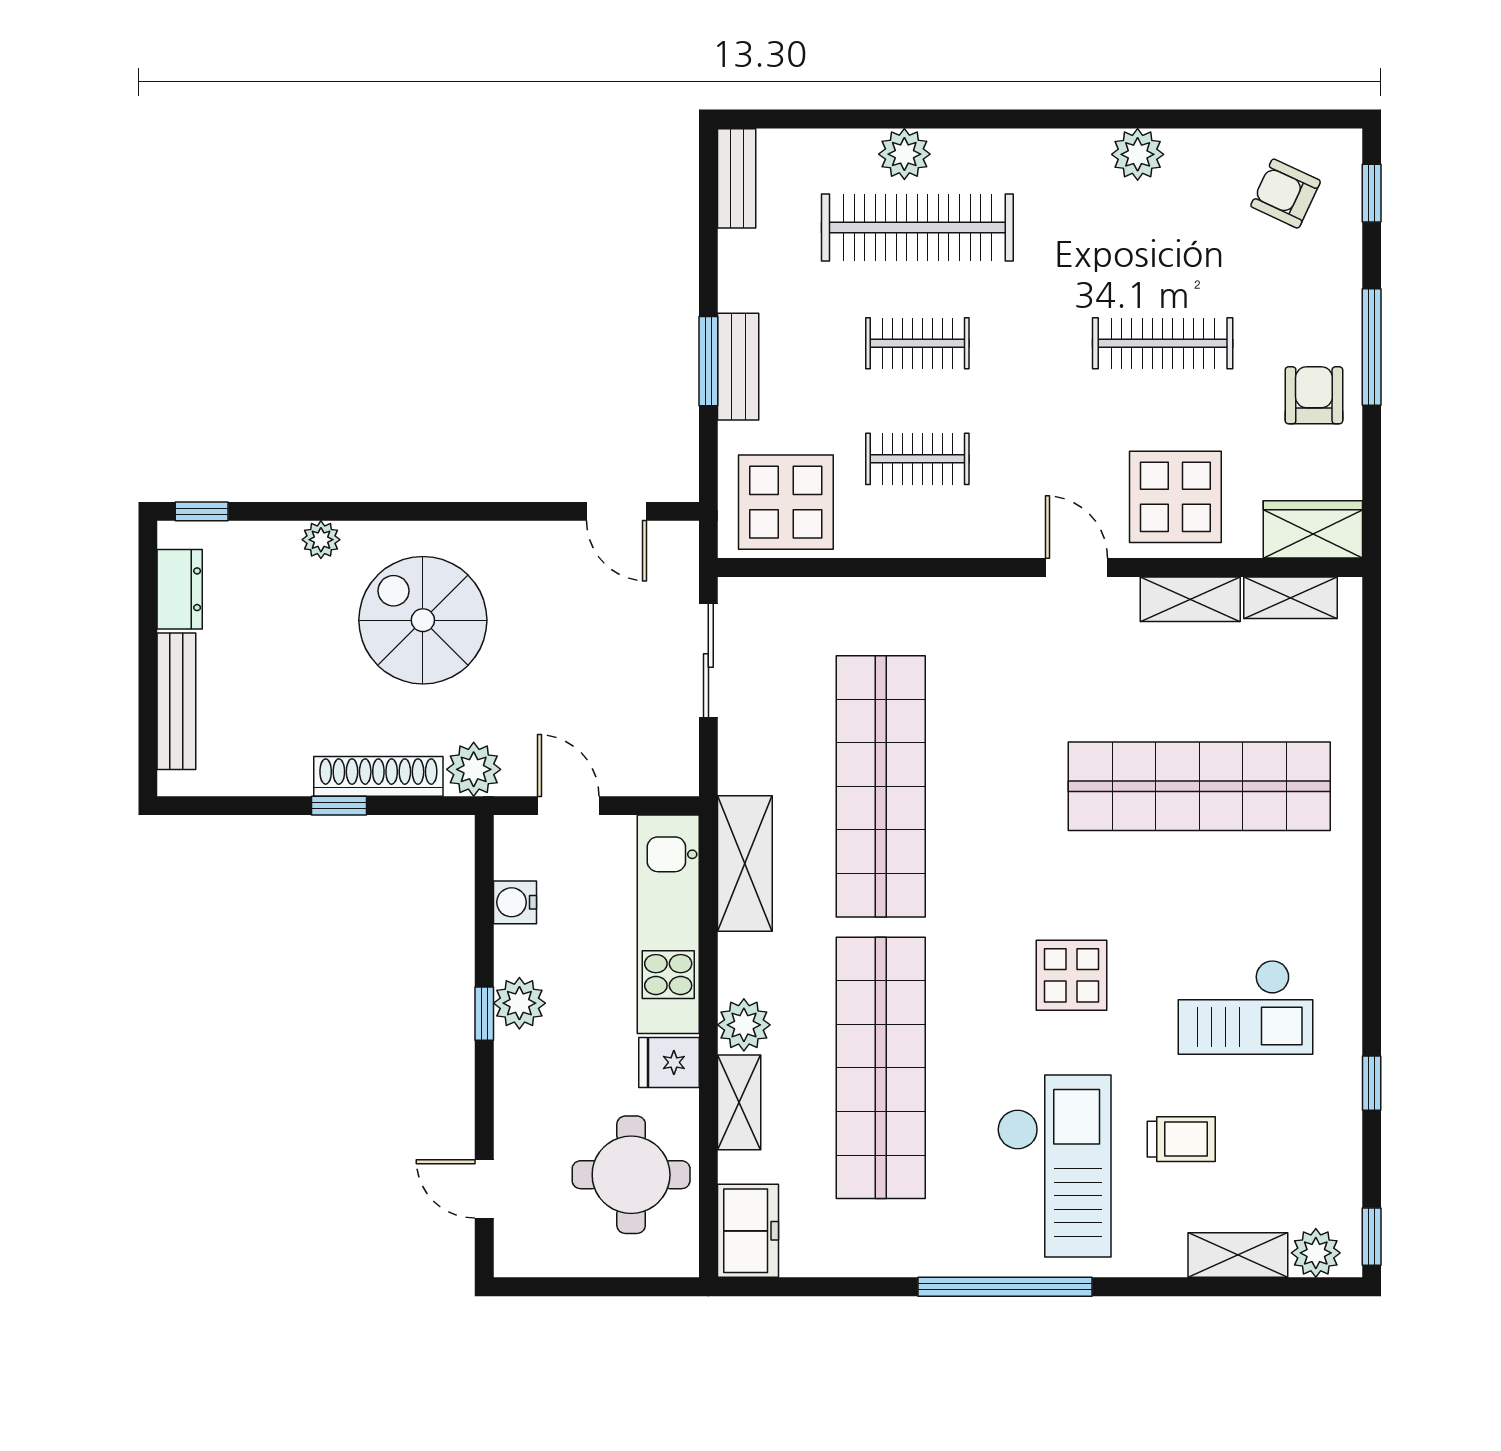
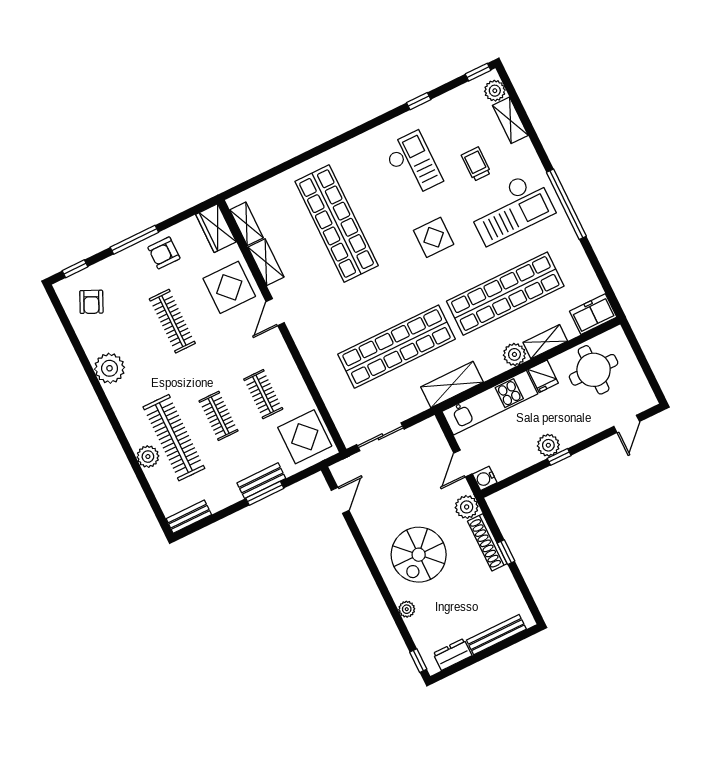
plant: (1138, 154) -> (110, 368), width x1.36, depth x1.36
water cooler: (515, 902) -> (485, 478), moved, turned 90
checkout: (1054, 1166) -> (511, 208), turned 180

